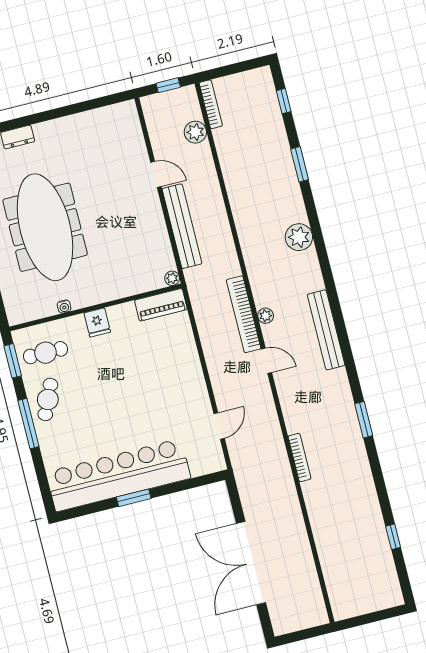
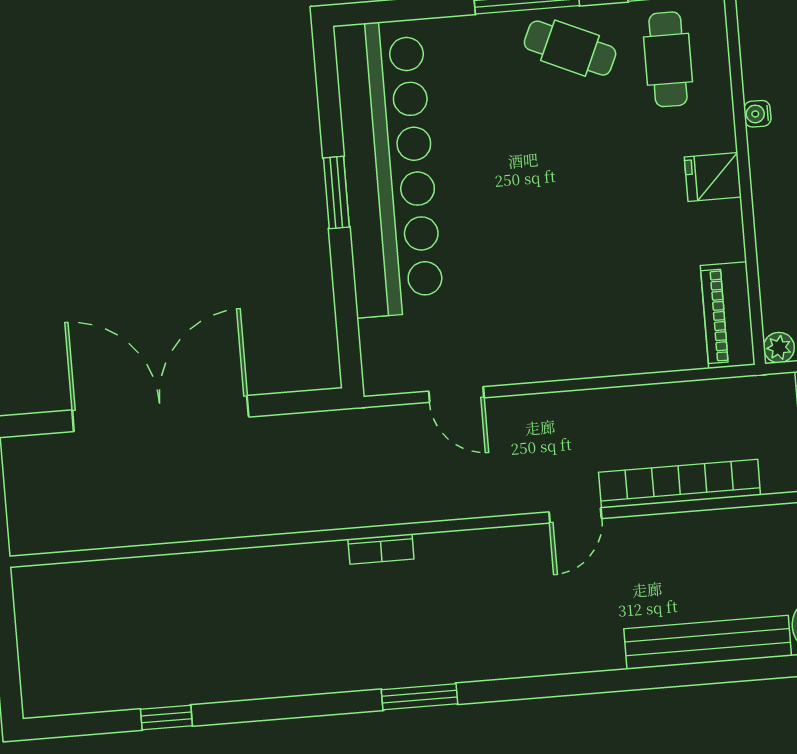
plant: (266, 316) -> (669, 529), removed
bench: (326, 330) -> (708, 642), moved
bookcase: (300, 458) -> (381, 549), width x0.64

